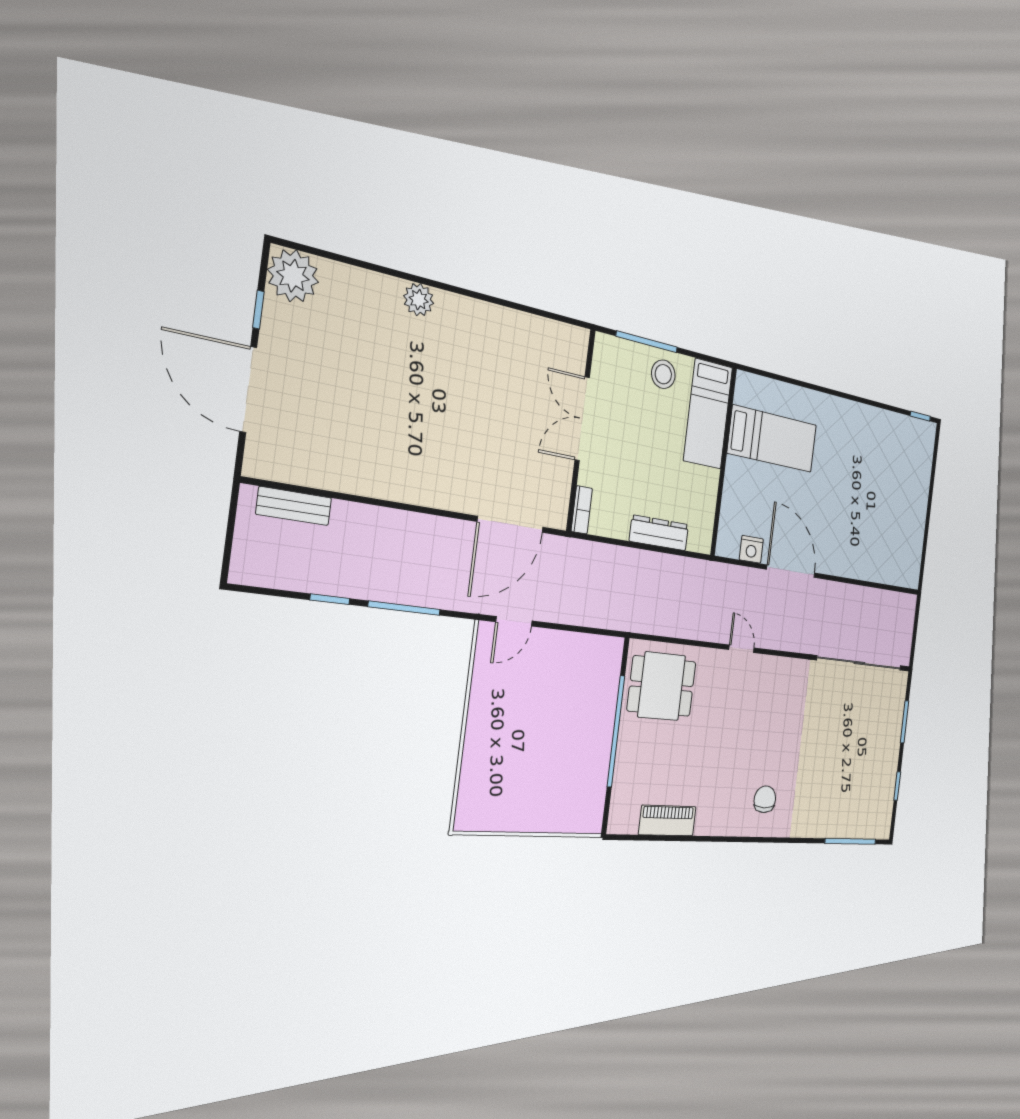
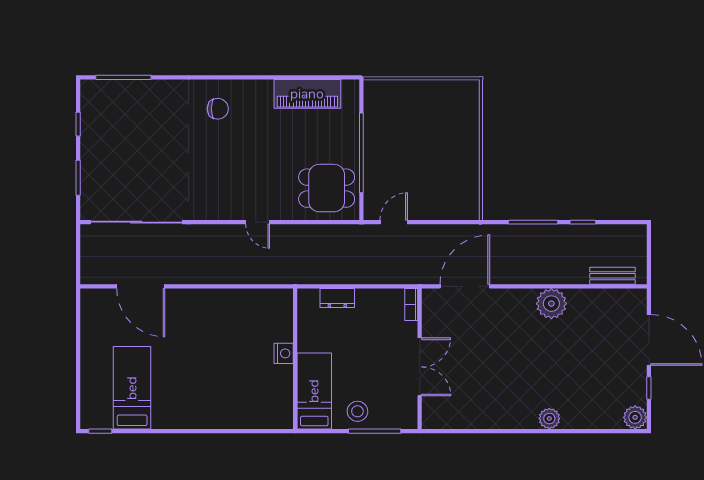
plant: (293, 276) -> (635, 417), width x0.73, depth x0.73
bed: (772, 439) -> (132, 388), moved, turned 90
plant: (393, 477) -> (551, 304), added
dresser: (659, 533) -> (337, 298), width x0.70
nightstand: (751, 549) -> (284, 353), moved, turned 90
door: (791, 571) -> (141, 286), moved
door: (514, 621) -> (394, 222), moved
chair: (765, 799) -> (218, 109), turned -90
piano: (667, 821) -> (307, 94), width x1.37, depth x1.33

